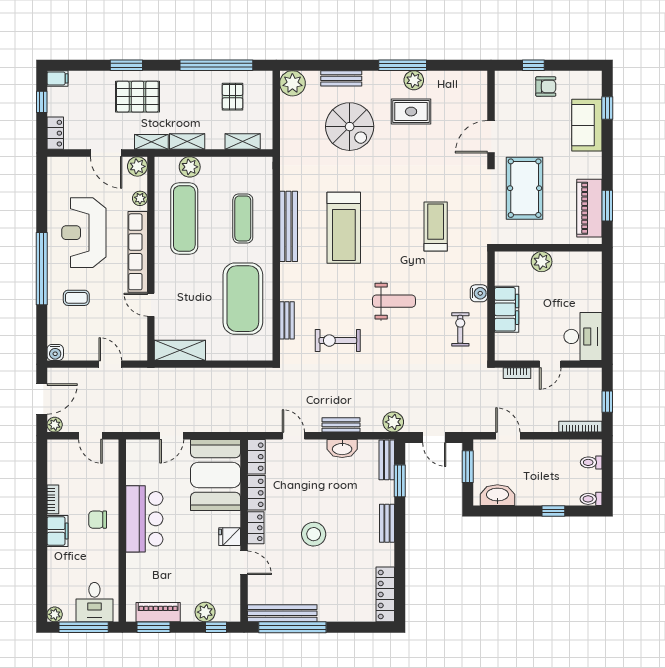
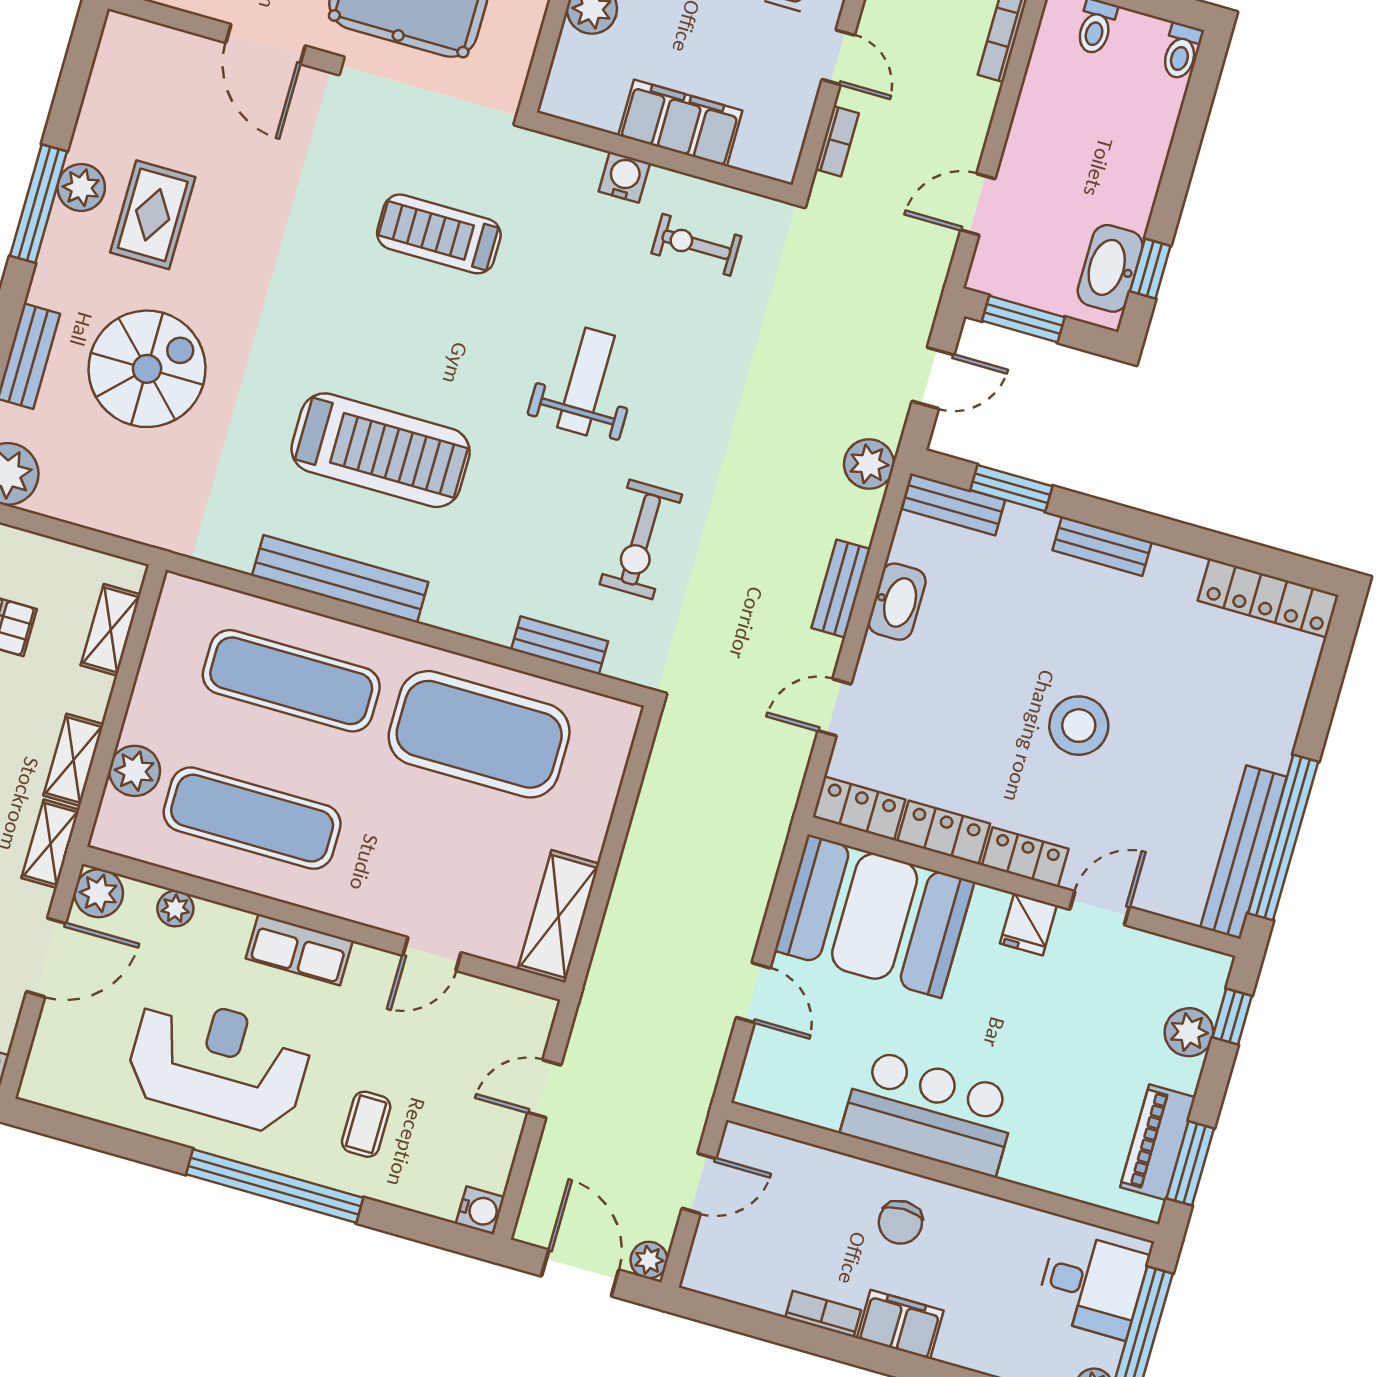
exercise mat: (243, 218) -> (291, 681), width x1.36, depth x1.45
reception desk: (84, 233) -> (218, 1063), turned 180
row of seats: (138, 252) -> (299, 950), width x0.50
window: (553, 511) -> (1150, 269), moved

